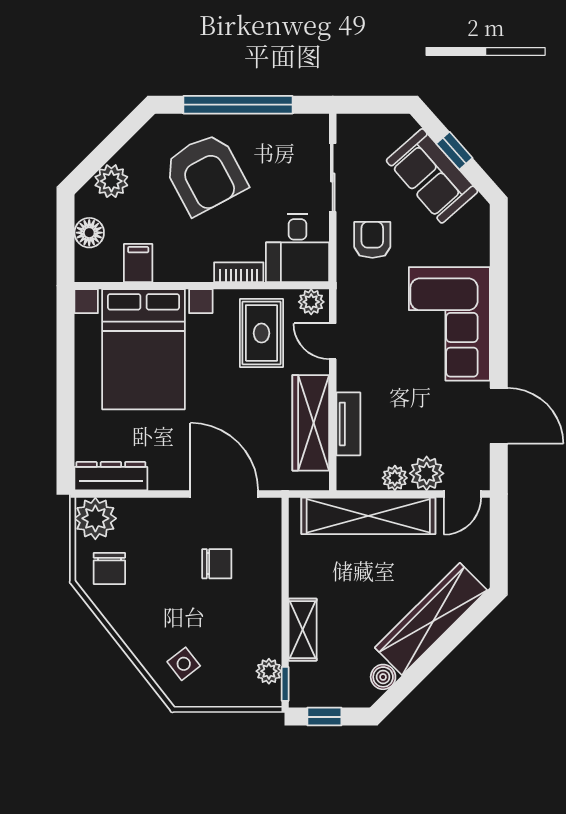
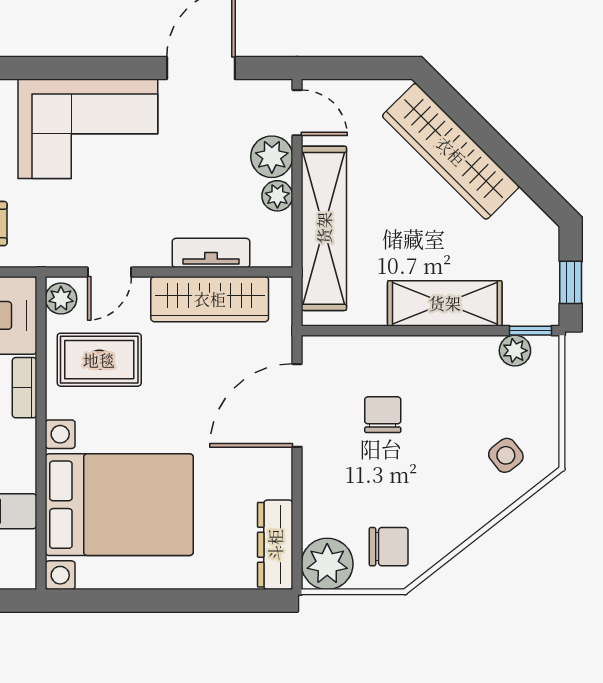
shelving: (303, 630) -> (445, 303), width x1.50, depth x1.33
boiler: (383, 677) -> (522, 210), removed

